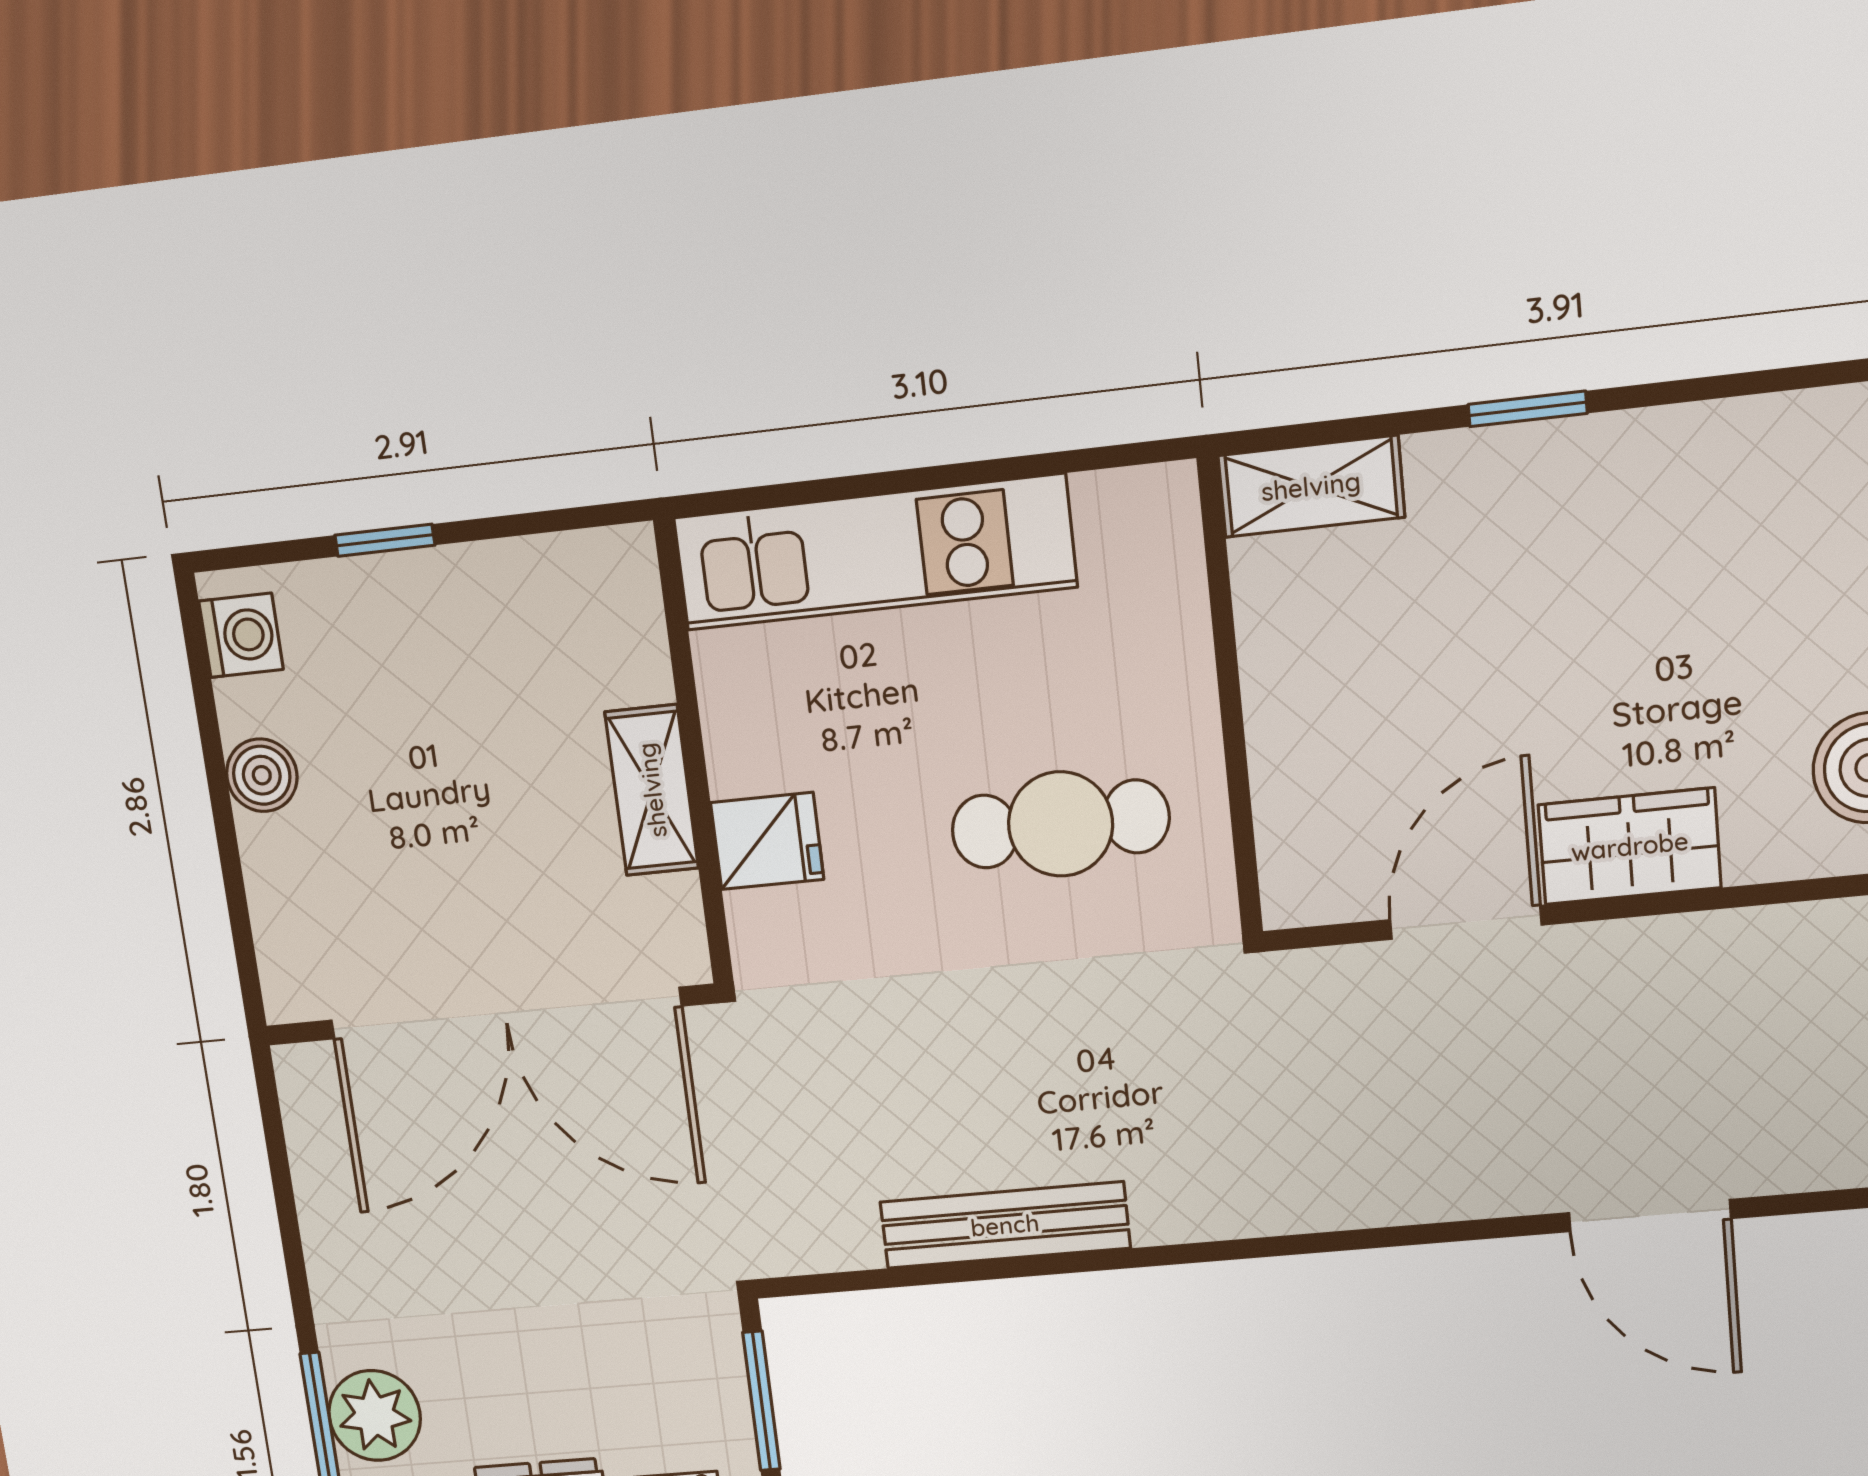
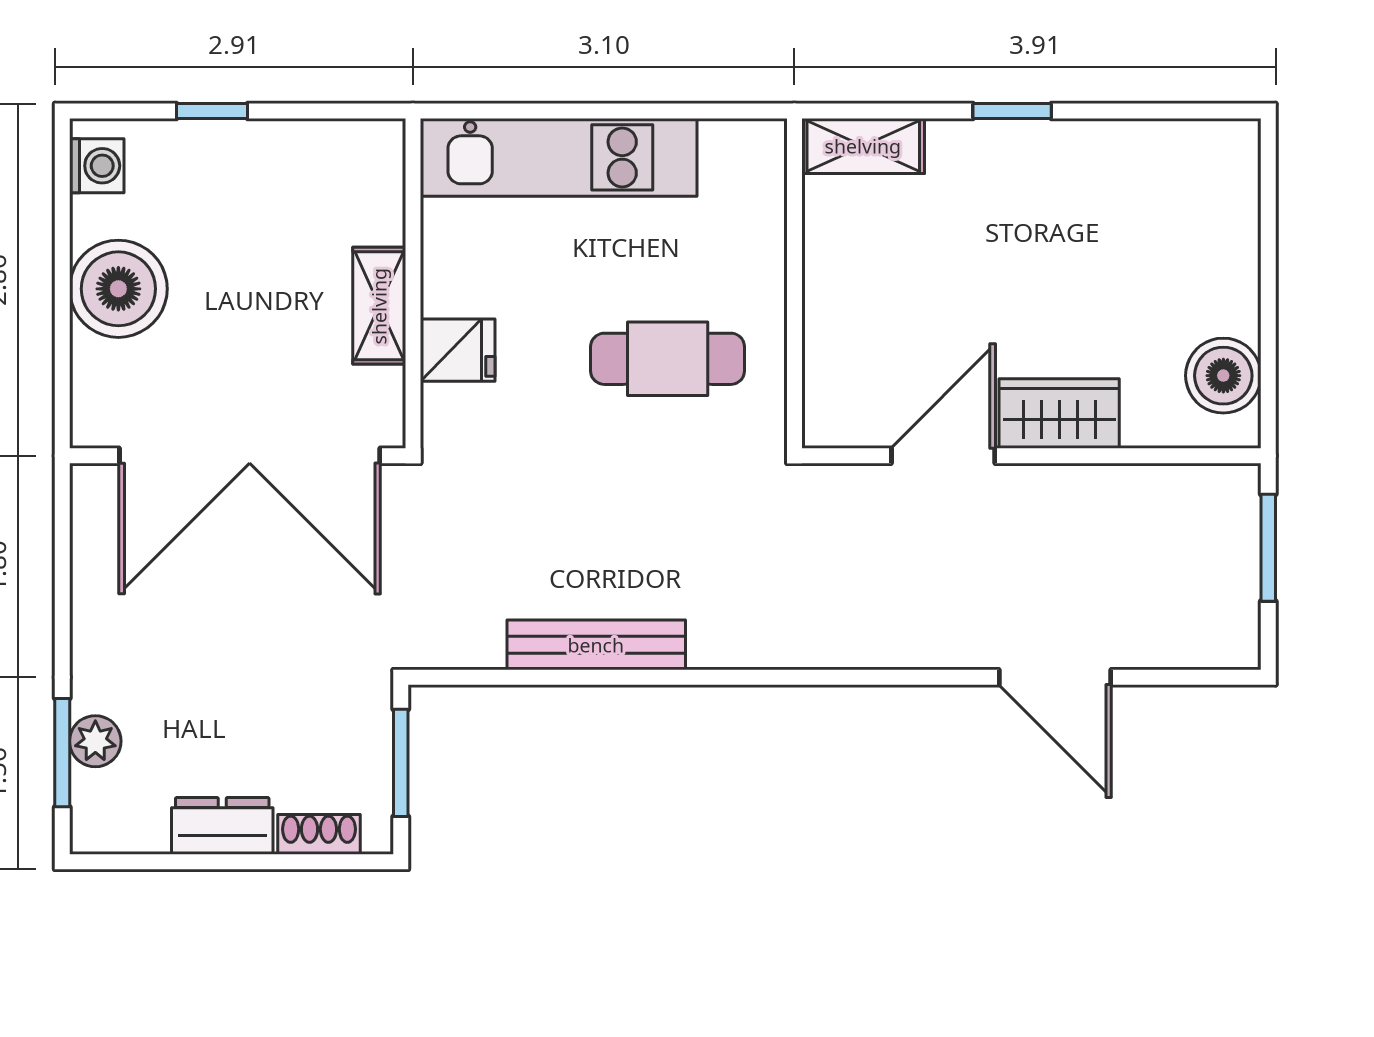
boiler: (262, 775) -> (118, 289), width x1.86, depth x1.86
plant: (375, 1415) -> (95, 741), width x0.73, depth x0.73

